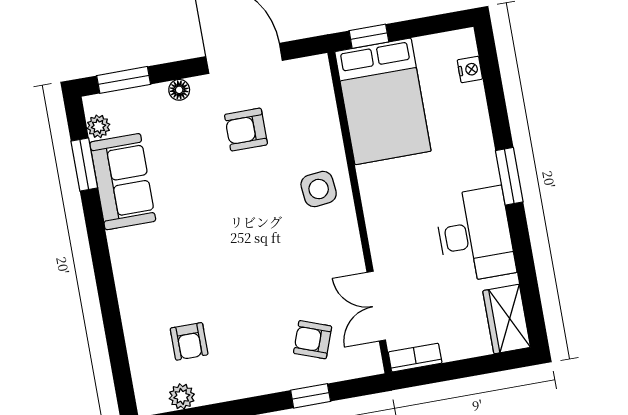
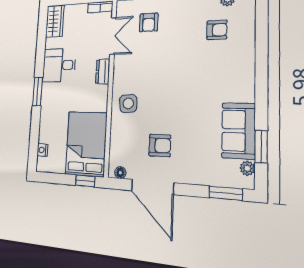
floor lamp: (179, 90) -> (120, 173), moved
desk: (475, 235) -> (59, 65), width x0.73
dresser: (381, 237) -> (103, 72), added
armchair: (313, 340) -> (149, 22), turned 70
armchair: (189, 341) -> (217, 30), turned 90

